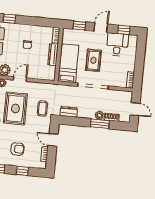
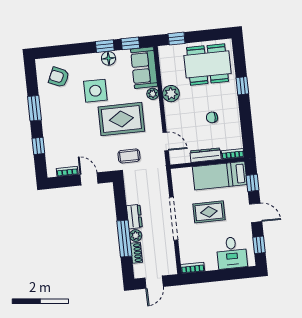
desk: (117, 45) -> (232, 253), moved, turned 90
bed: (69, 63) -> (220, 176), moved, turned 180
door: (20, 79) -> (166, 141), moved
dresser: (69, 112) -> (134, 217), moved
window: (100, 124) -> (124, 239), width x1.44
door: (53, 140) -> (89, 179), hinge flipped
armchair: (17, 149) -> (67, 133), removed

